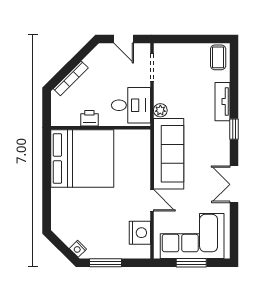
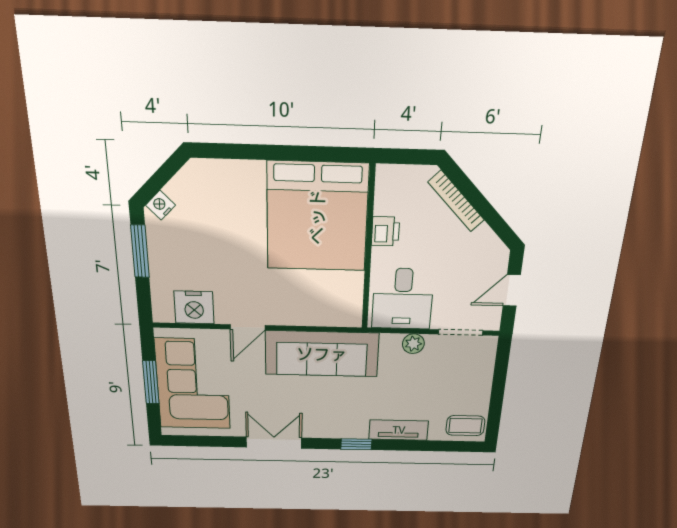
plant: (160, 110) -> (413, 344), moved

